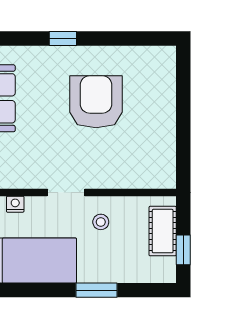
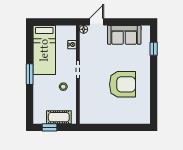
window: (63, 38) -> (154, 49), moved
window: (97, 290) -> (30, 74), moved

